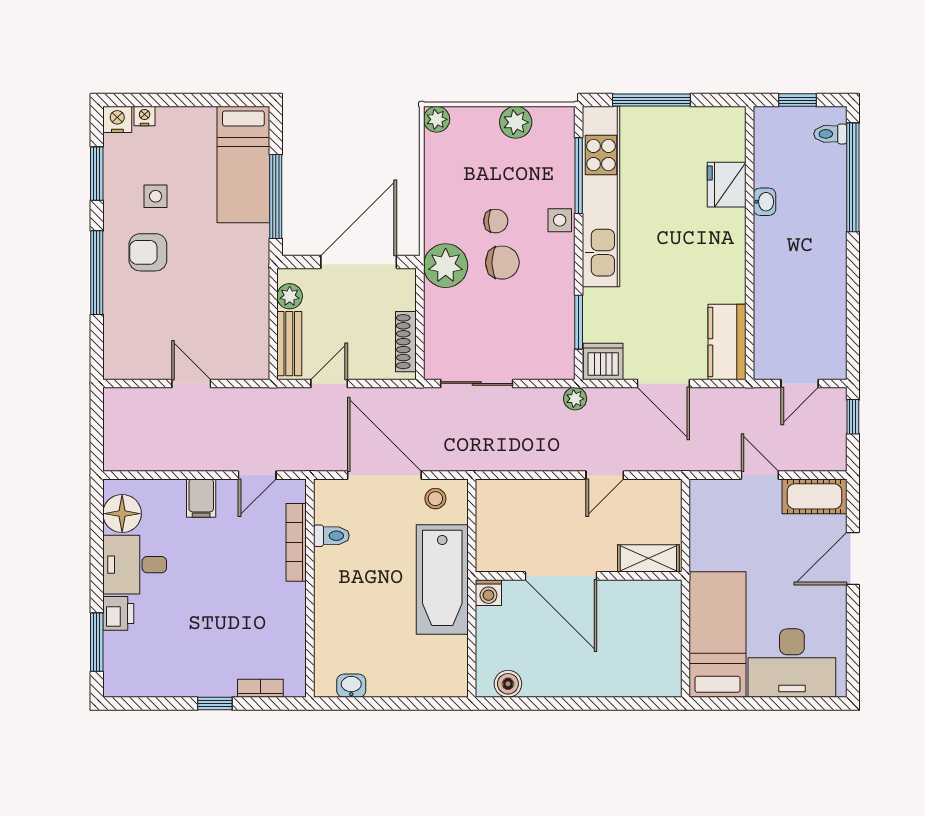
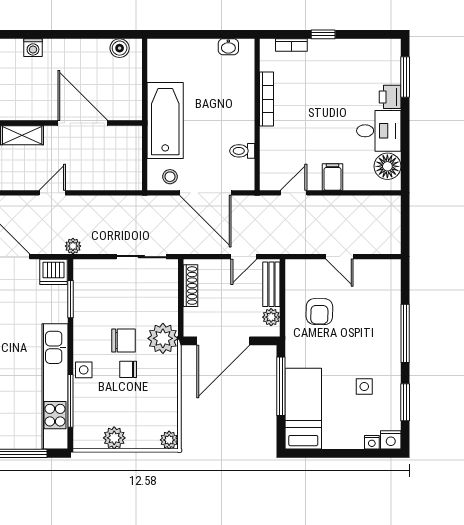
armchair: (148, 252) -> (319, 312), moved, turned 91
chair: (502, 263) -> (123, 341), turned 180
bookcase: (296, 542) -> (267, 99), moved
washing machine: (488, 593) -> (33, 48), moved, turned 180

